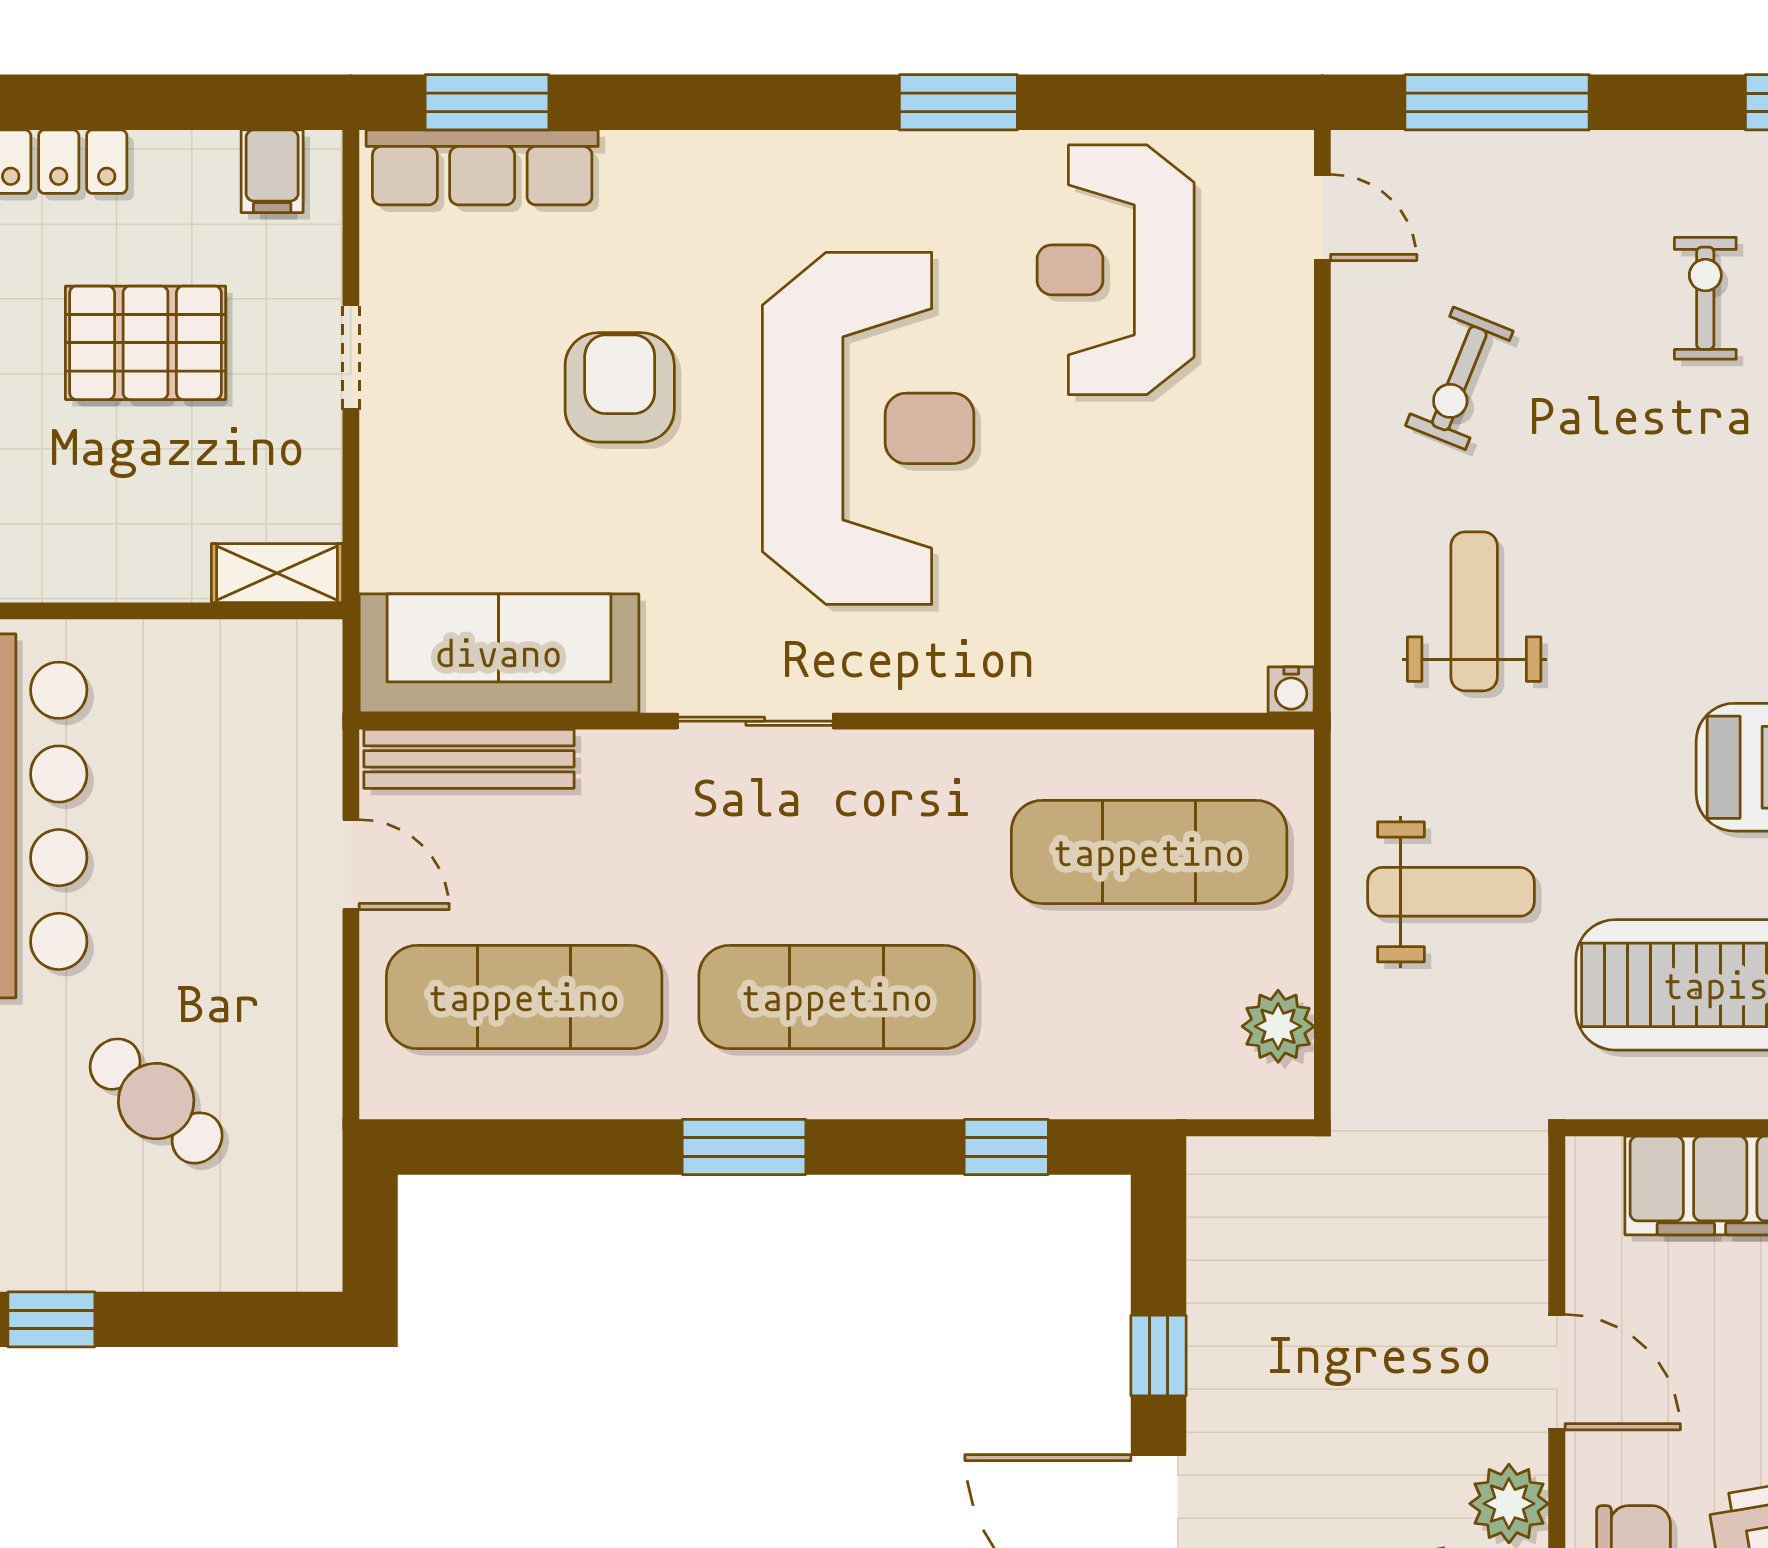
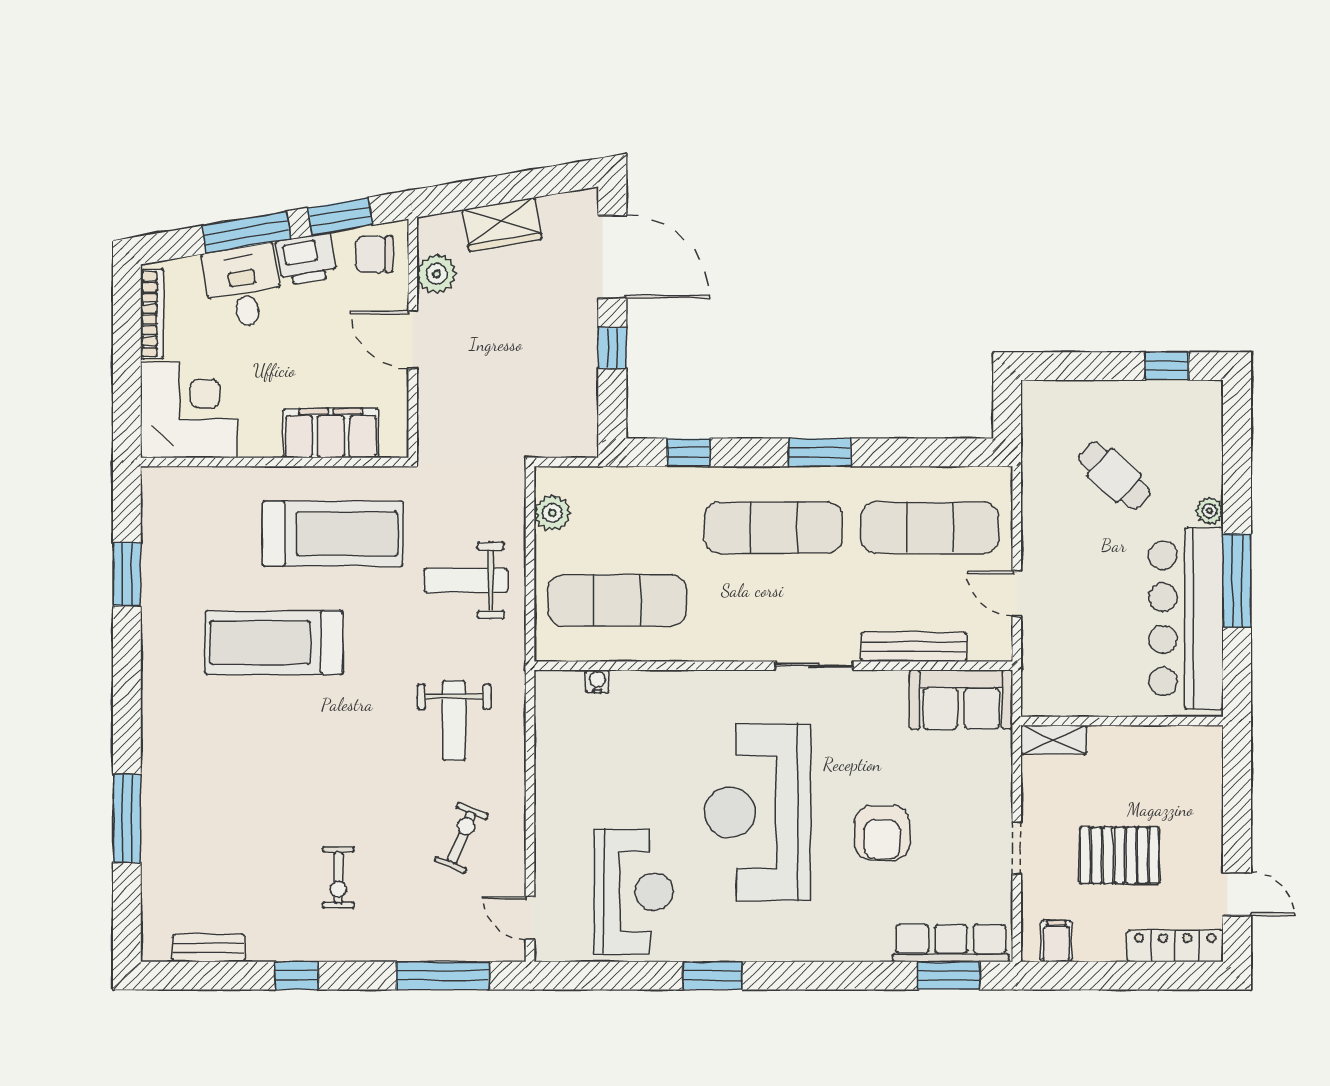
sofa: (499, 653) -> (961, 700), width x0.73
water cooler: (1291, 690) -> (597, 681), moved
bench: (469, 759) -> (914, 647), moved

